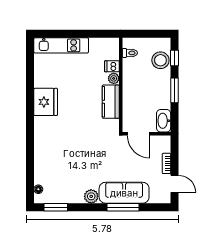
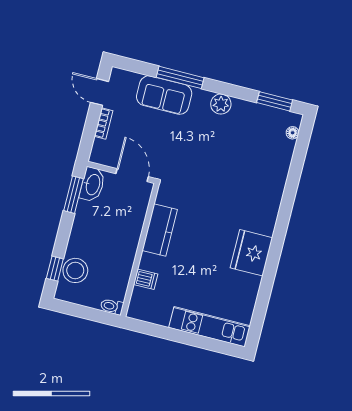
toilet: (130, 53) -> (112, 306), moved
plant: (114, 78) -> (147, 262), removed
window: (175, 90) -> (73, 195), moved
sofa: (124, 193) -> (164, 95), width x0.73

